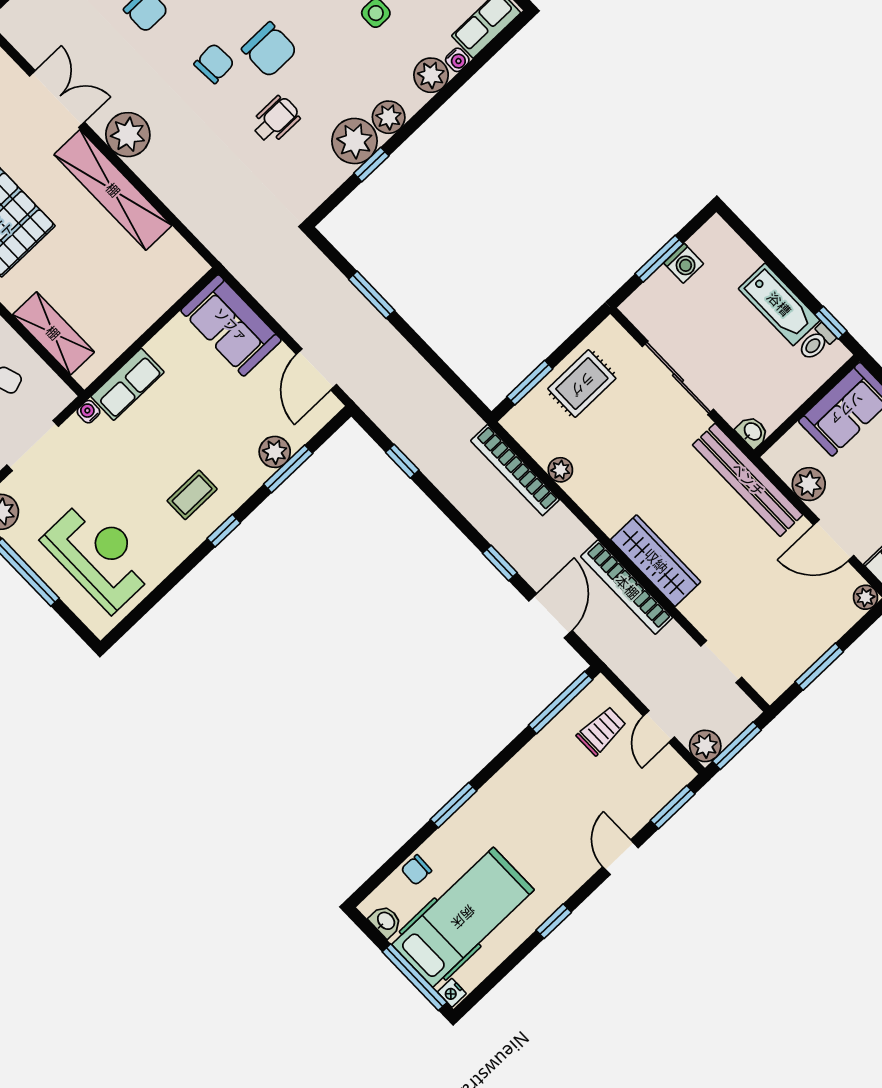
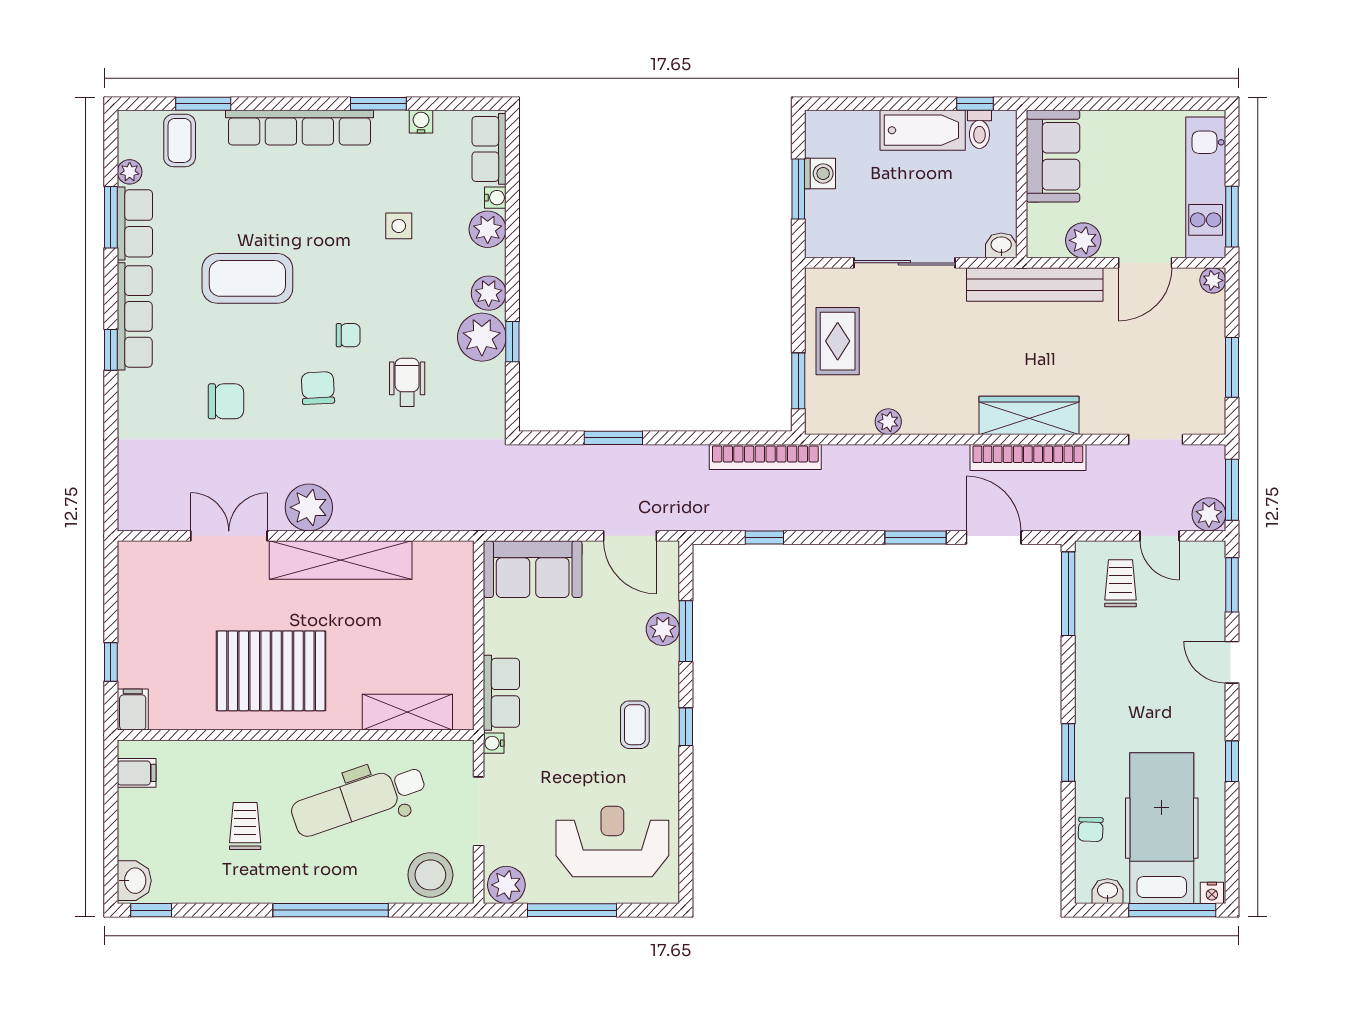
chair: (269, 50) -> (348, 335), width x0.54, depth x0.54
bookcase: (515, 470) -> (765, 457), moved
window: (500, 563) -> (915, 537), width x1.50

